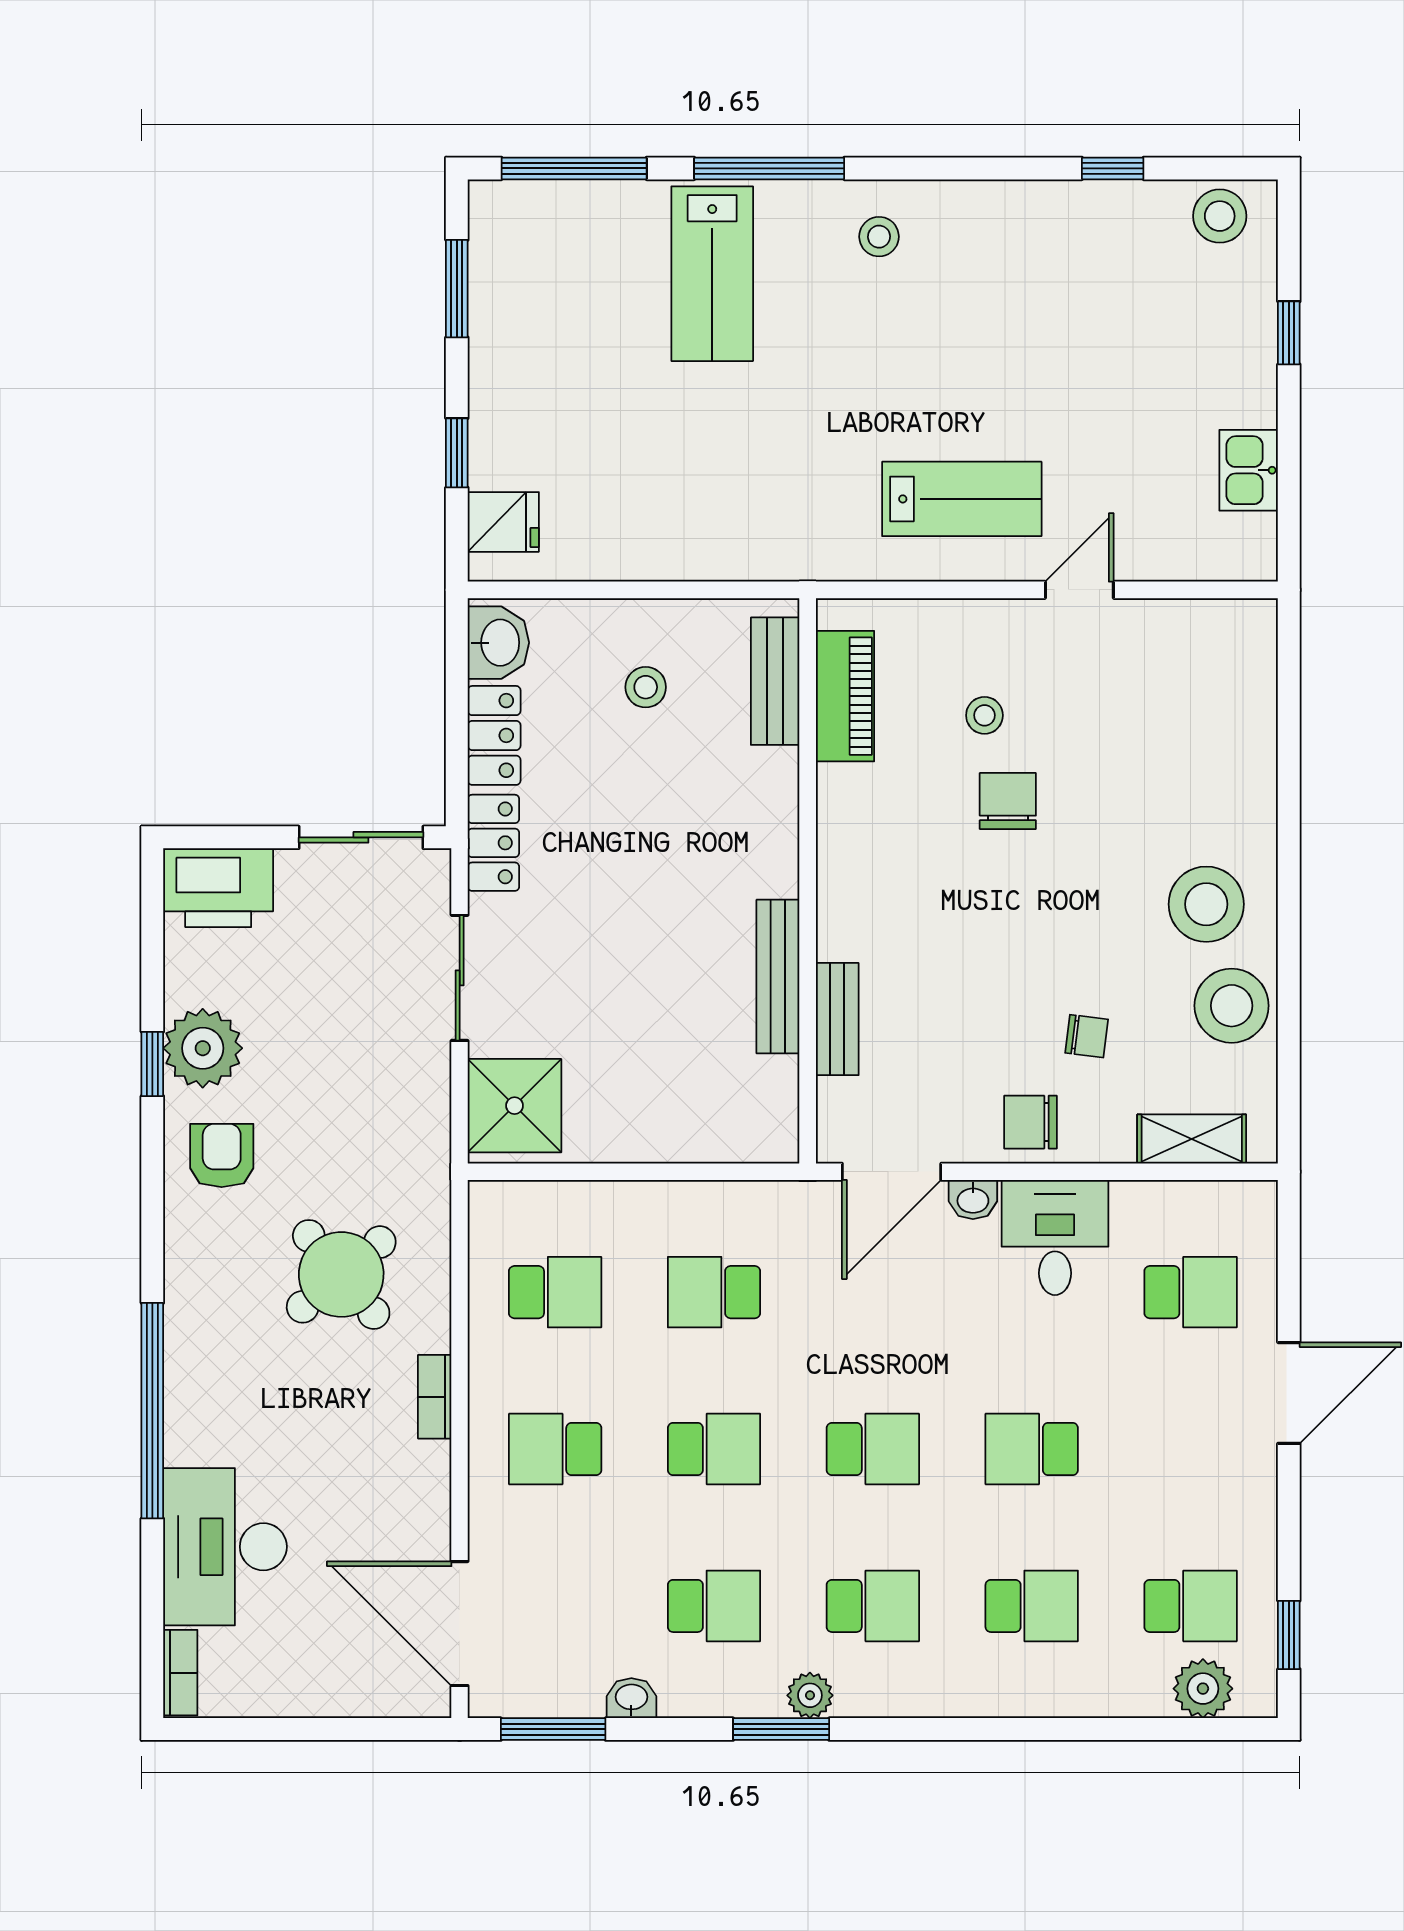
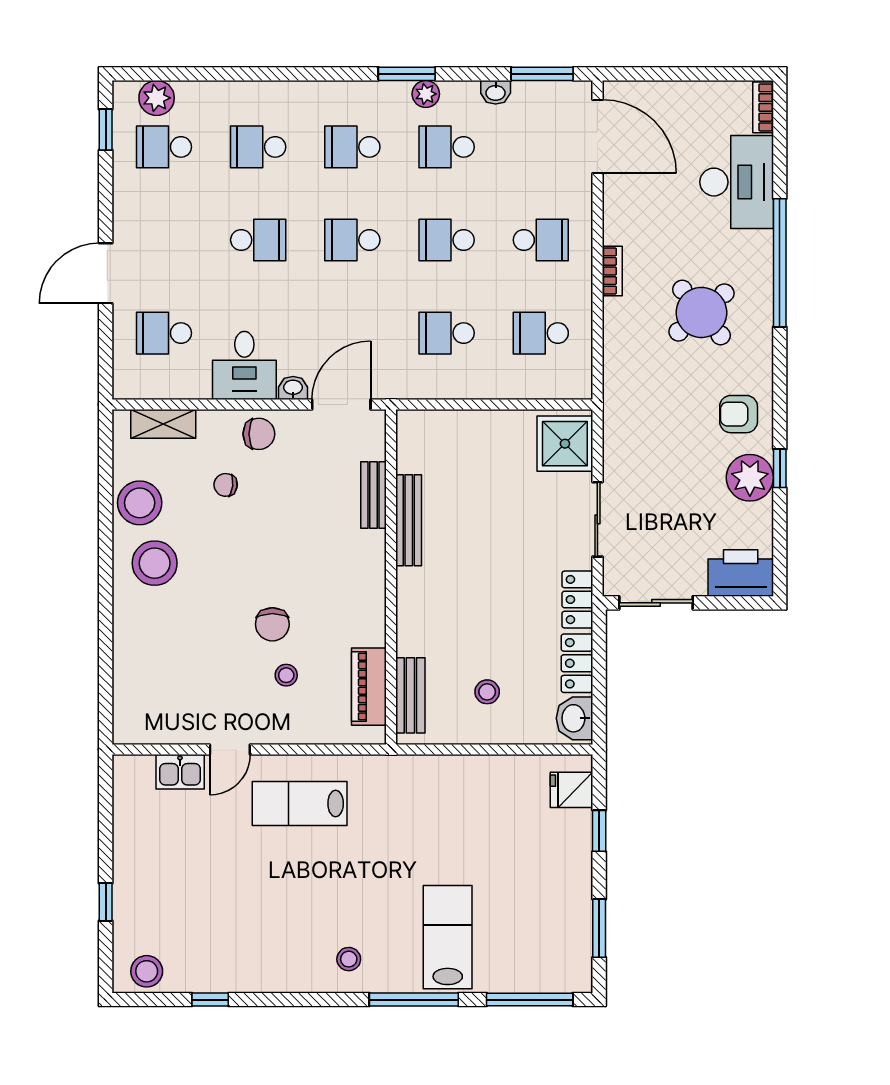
kitchen sink: (1249, 470) -> (180, 772), moved, turned 90
armchair: (222, 1156) -> (739, 414), turned 90
round table: (341, 1274) -> (701, 312), moved
school desk: (714, 1292) -> (447, 333), turned 180
plant: (810, 1695) -> (426, 94), moved

